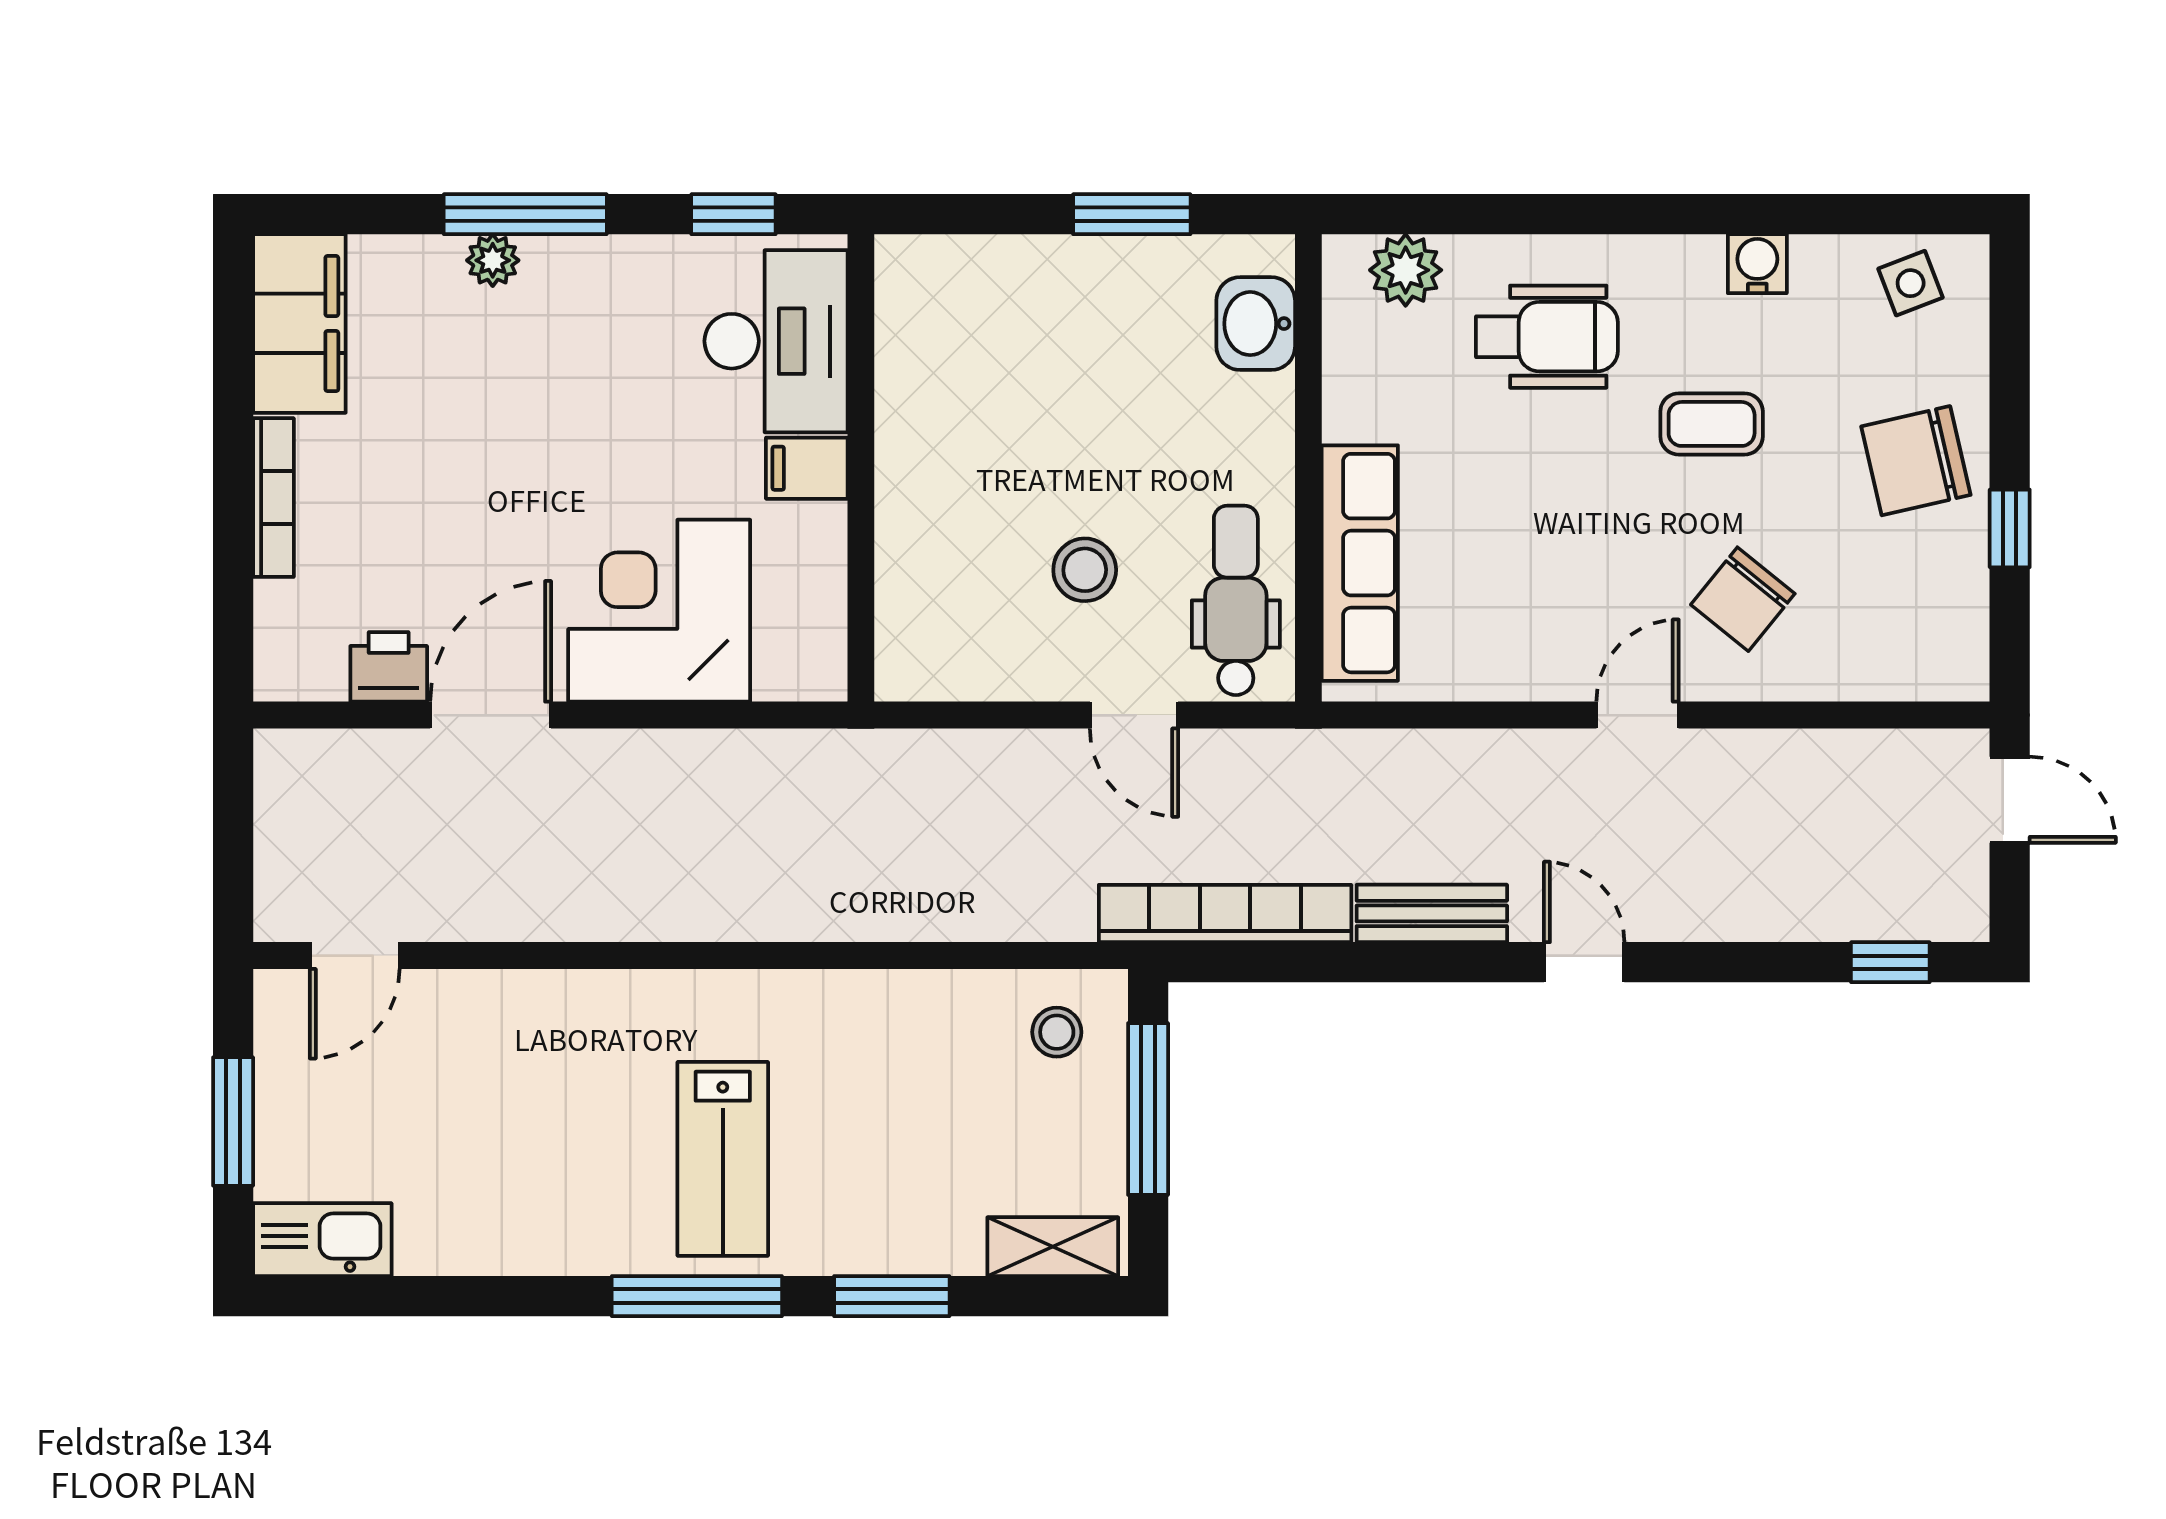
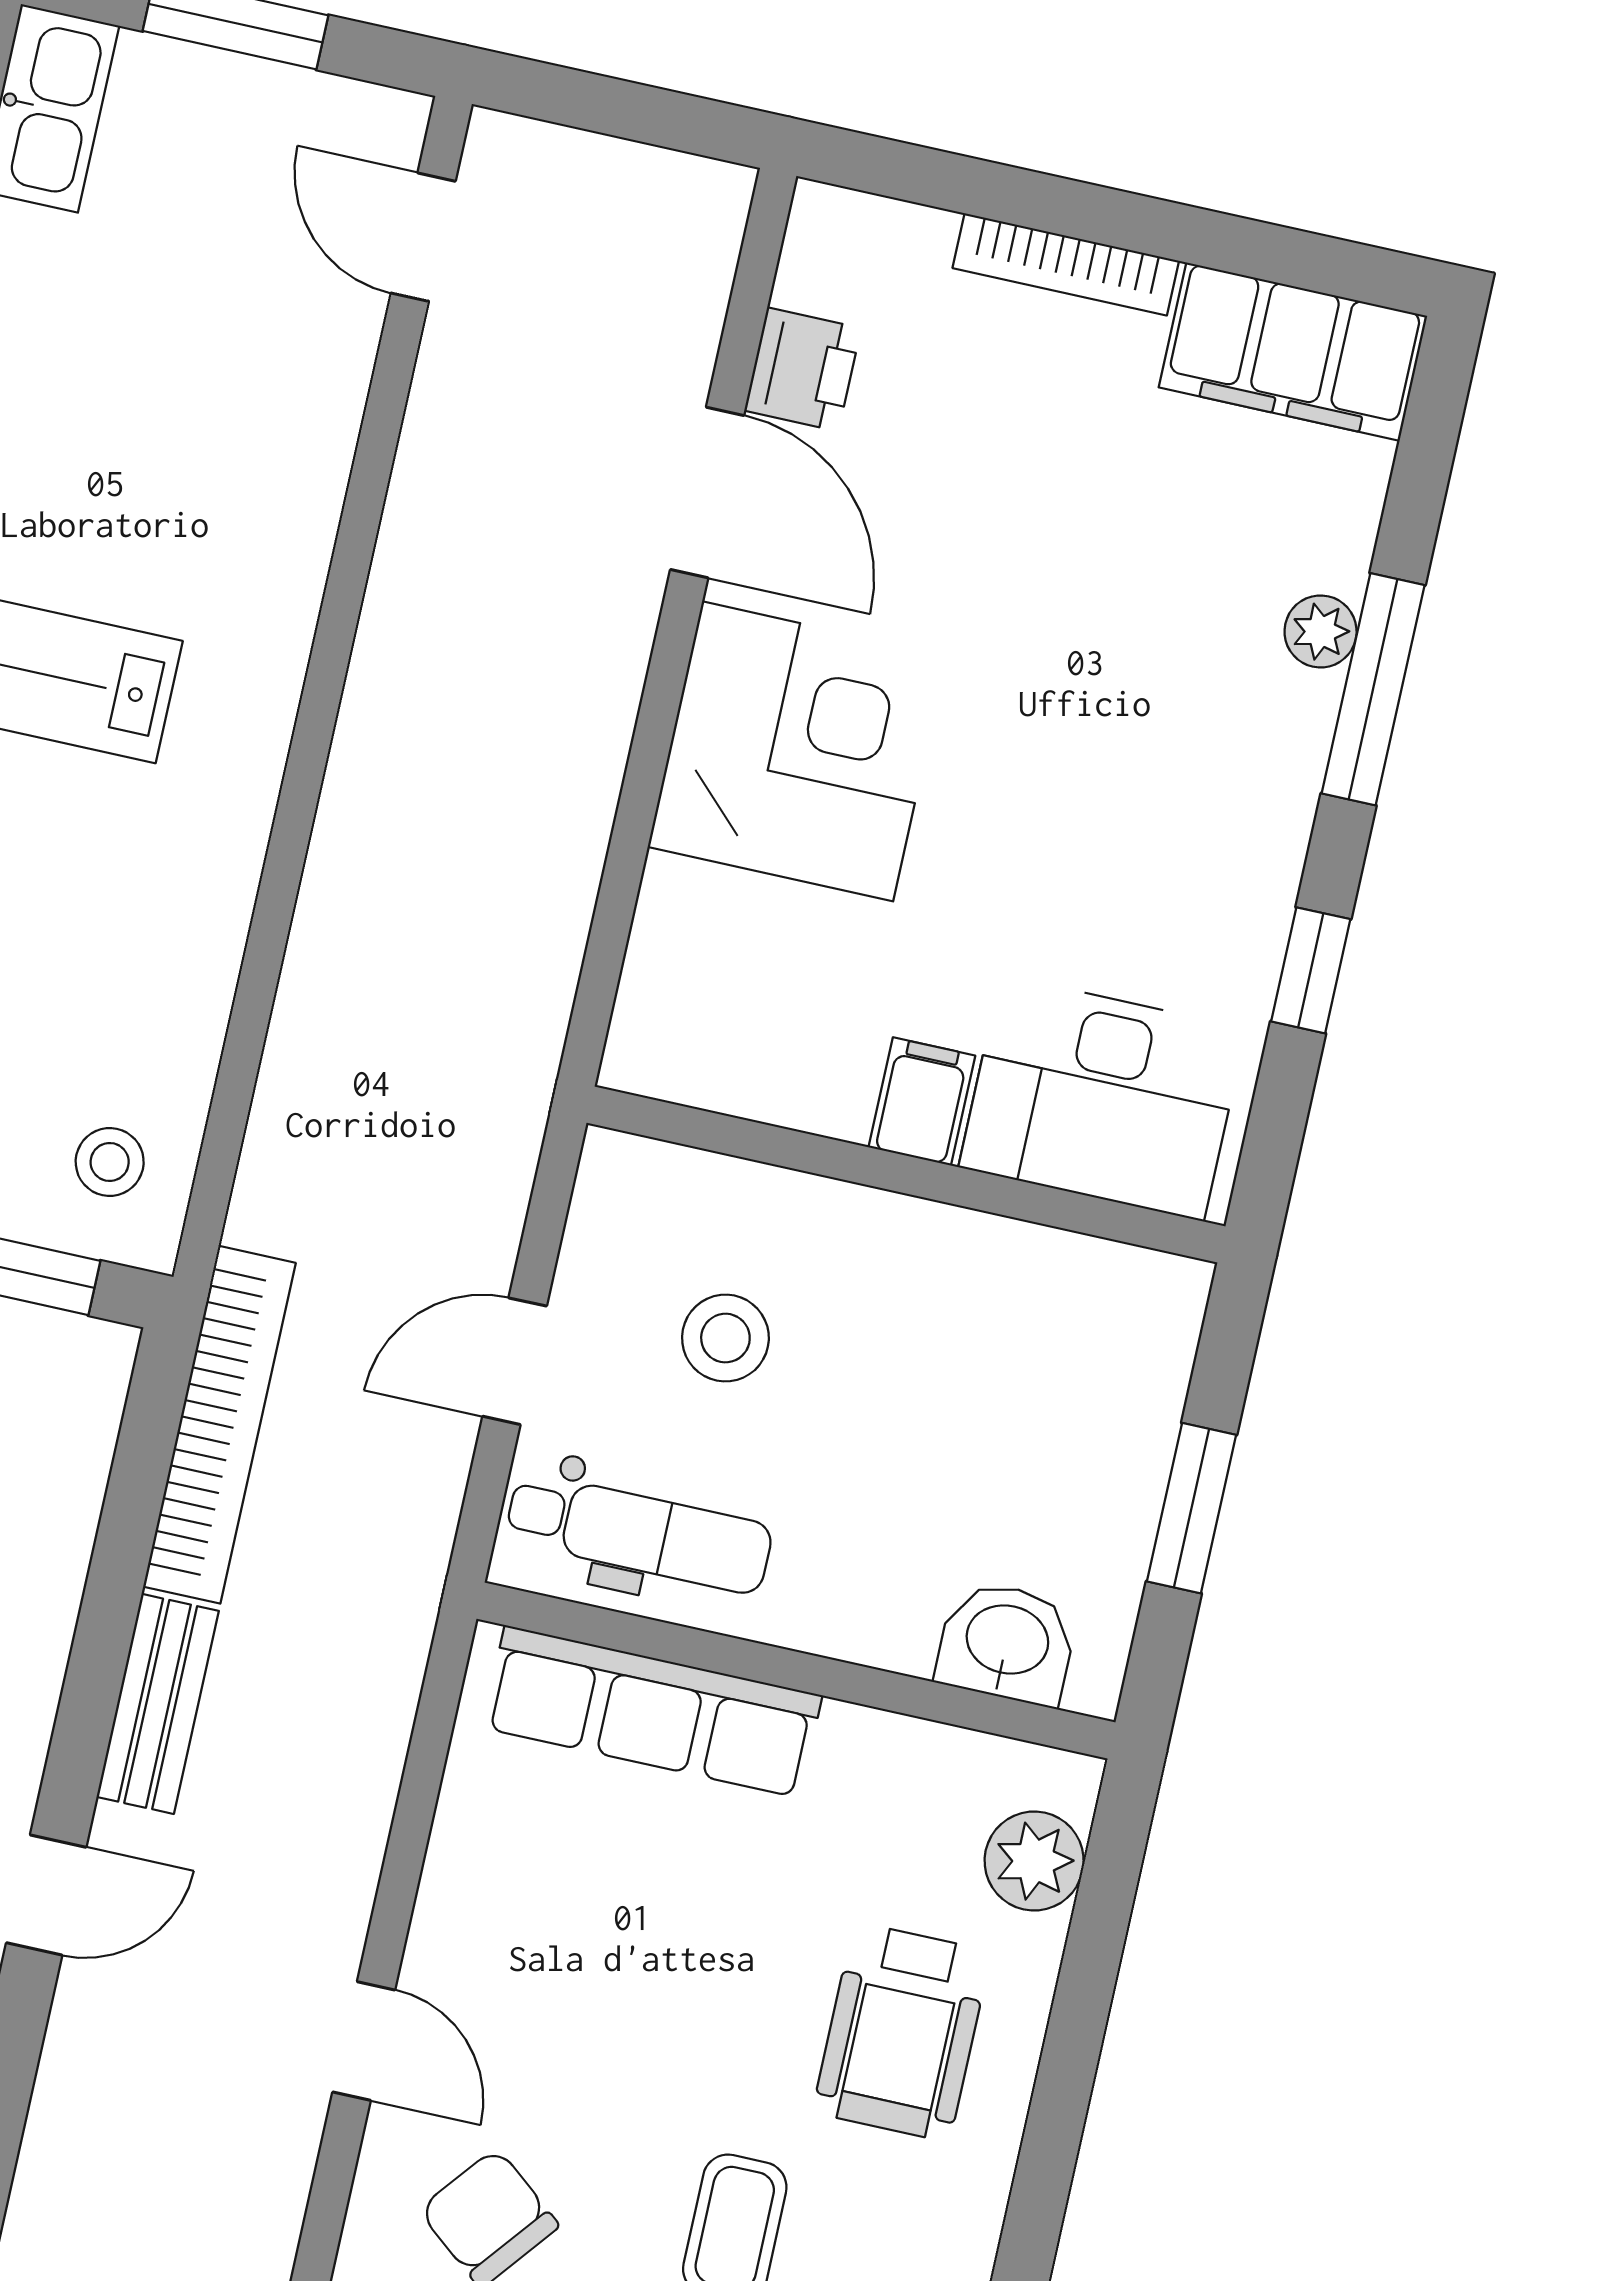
desk: (776, 341) -> (1102, 1098), moved
filing cabinet: (807, 468) -> (922, 1101), moved
wall: (861, 468) -> (906, 1175), moved

